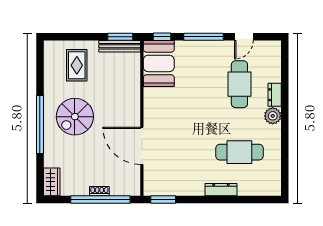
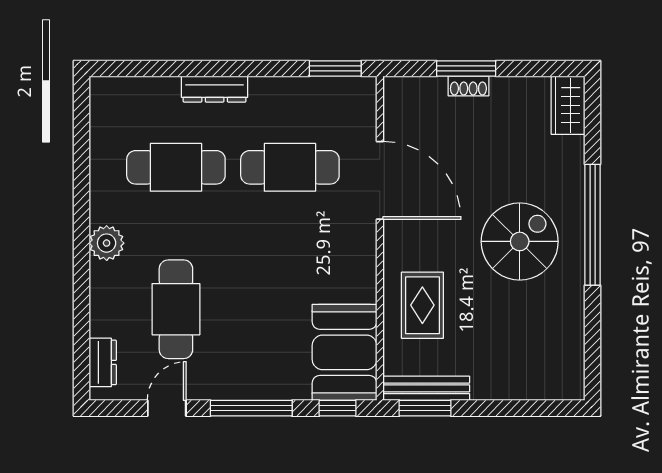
rug: (77, 65) -> (422, 305), moved
dresser: (275, 95) -> (103, 362), moved
cafe table: (185, 152) -> (290, 167), added
window: (100, 199) -> (466, 68), width x0.47

